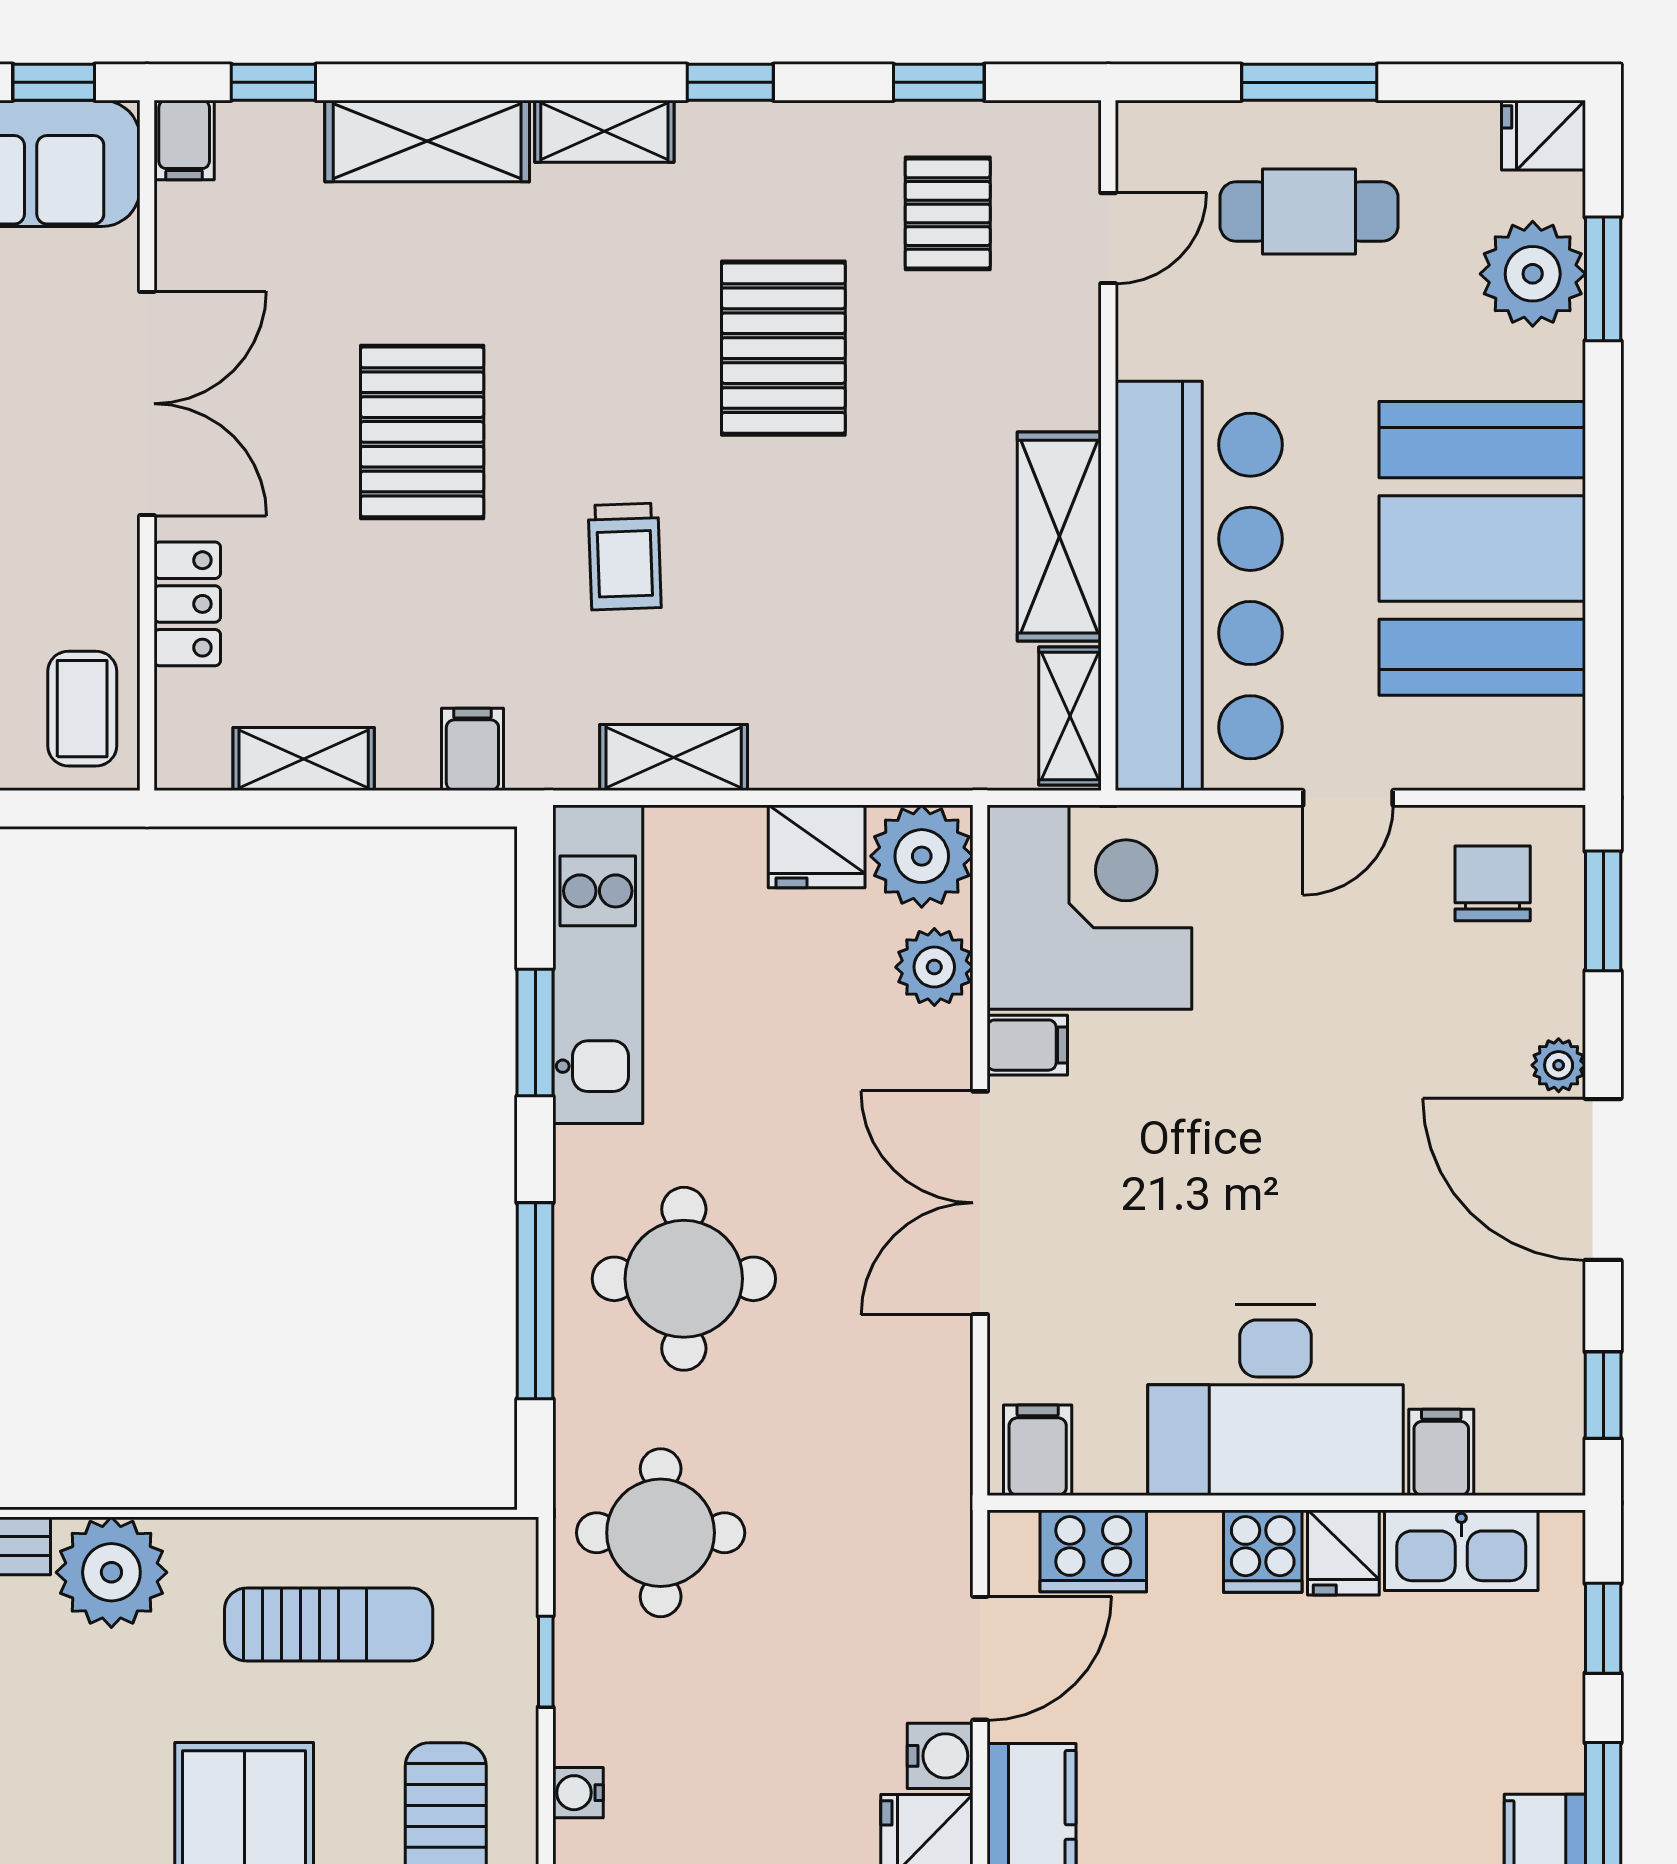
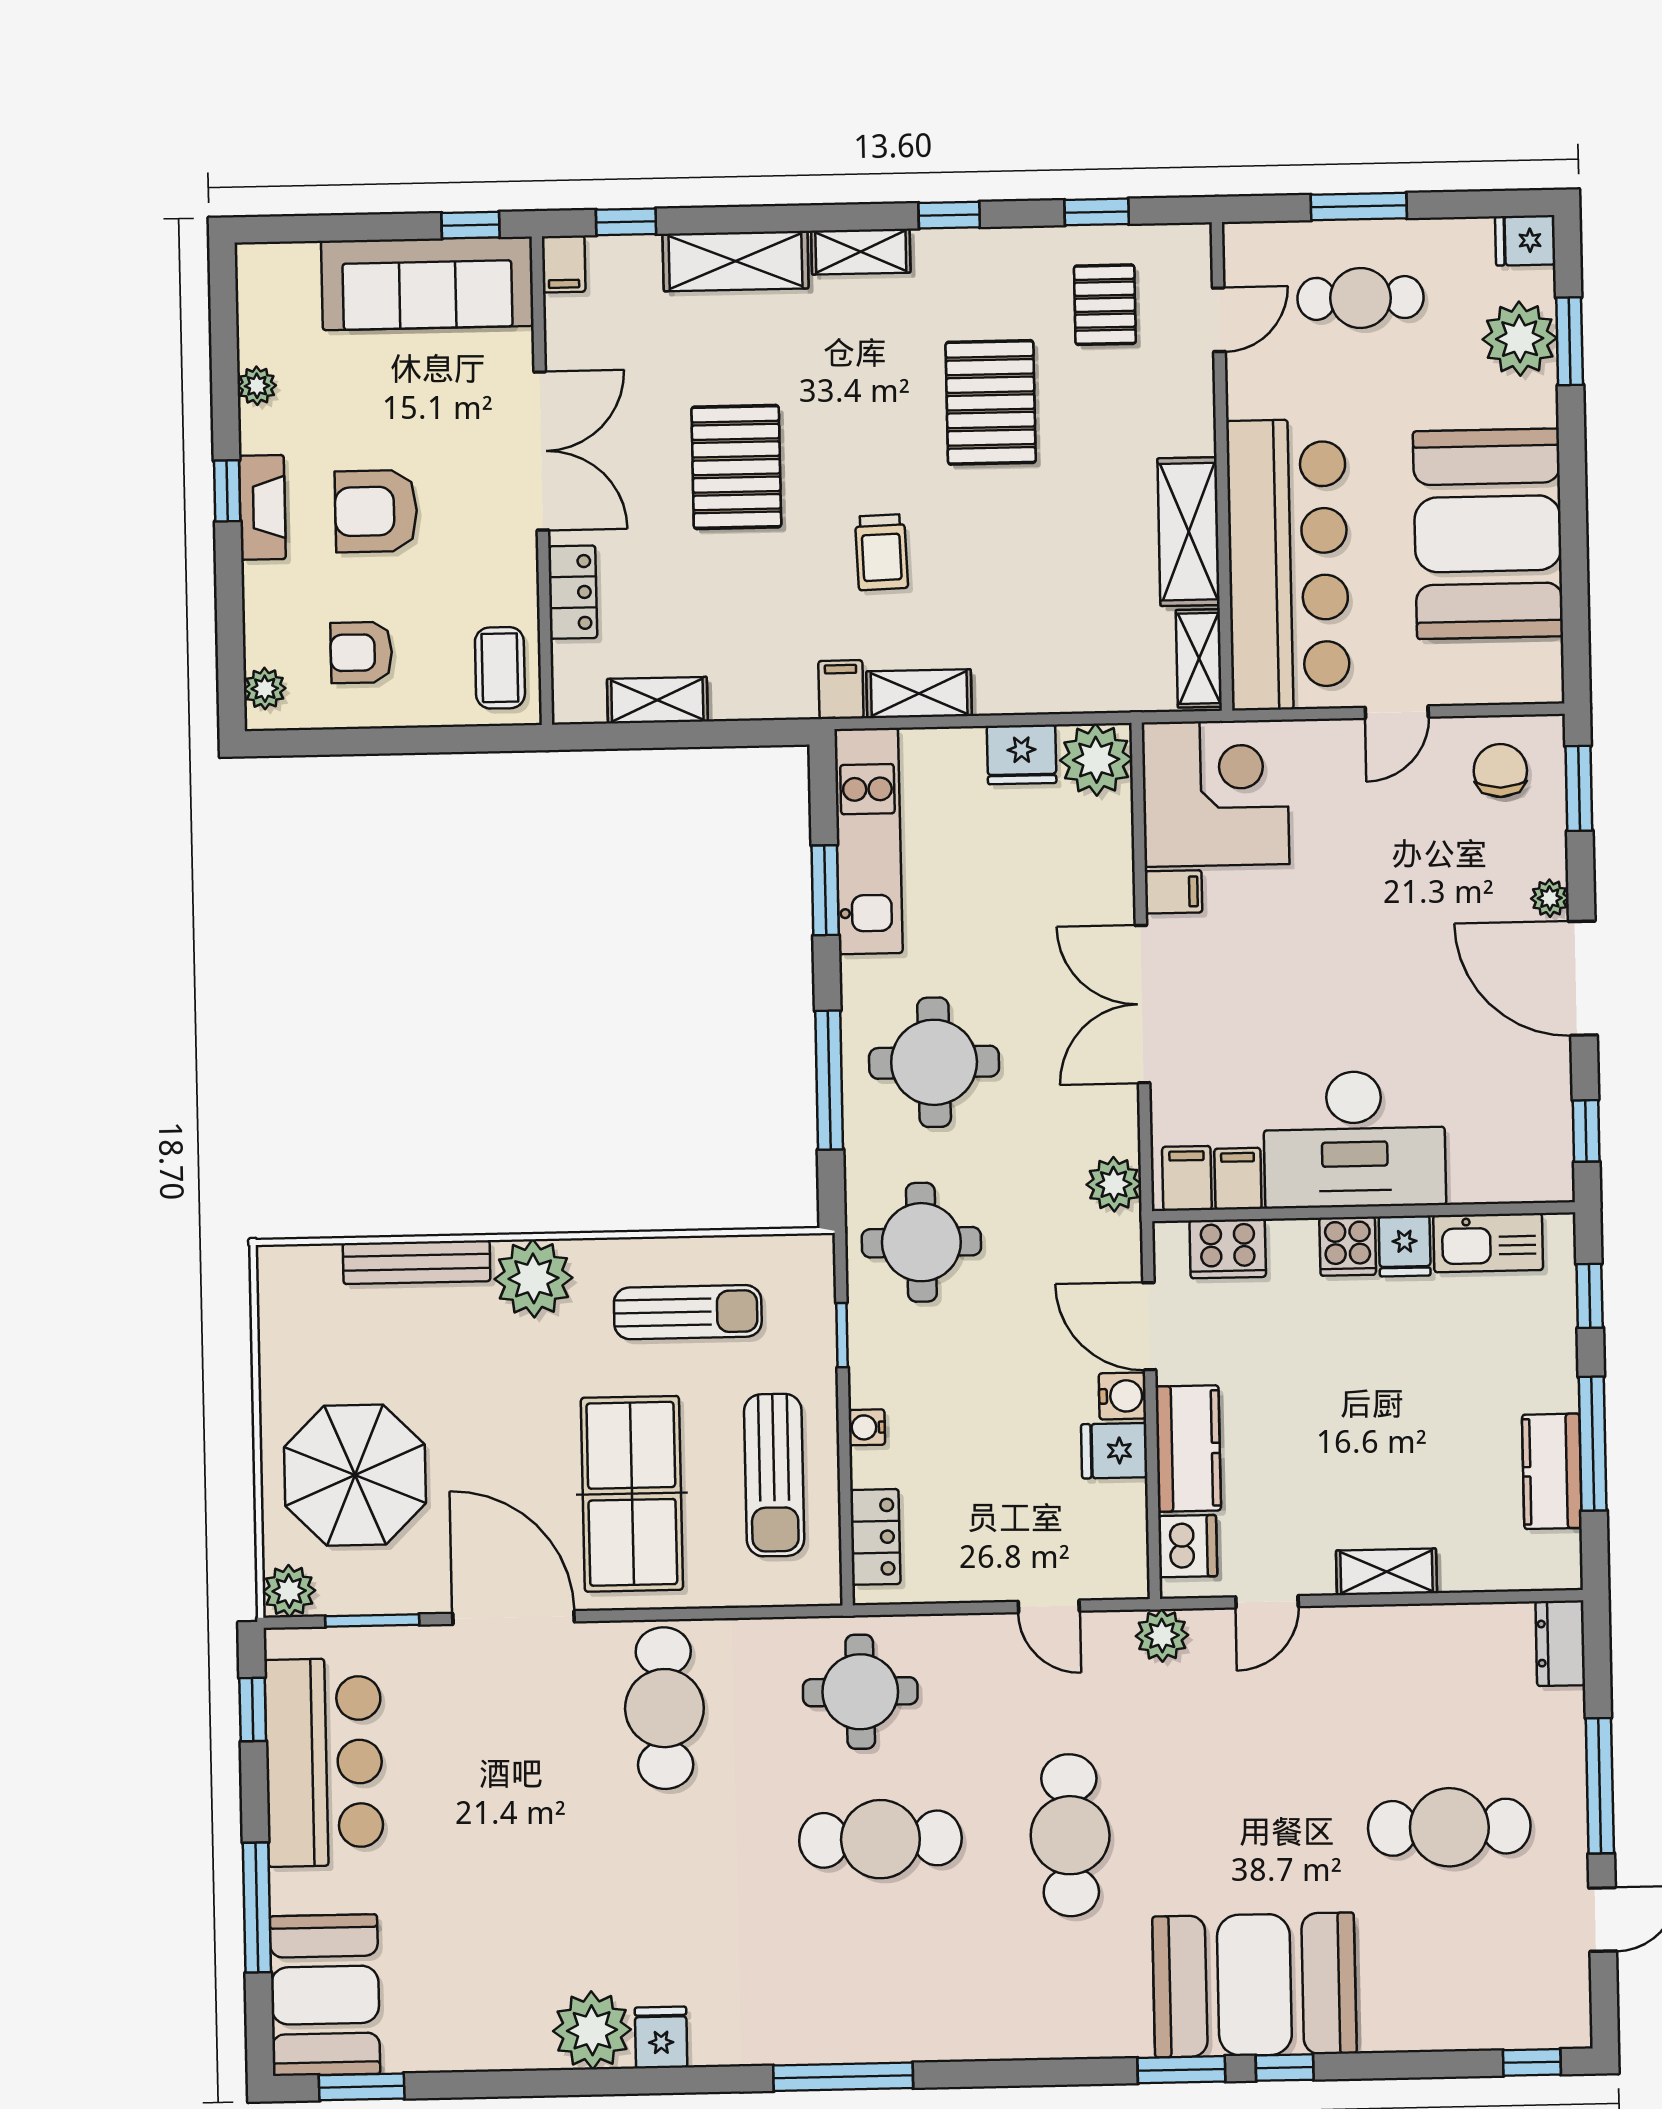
filing cabinet: (472, 749) -> (841, 690), moved
plant: (934, 967) -> (1114, 1184), moved
filing cabinet: (1441, 1452) -> (1238, 1179), moved
door: (980, 1658) -> (1149, 1326), swing flipped

